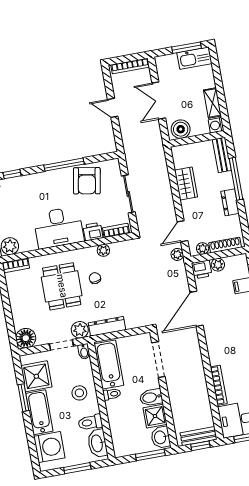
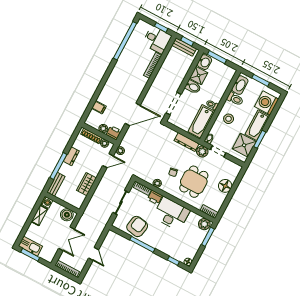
floor lamp: (26, 338) -> (225, 186), moved

